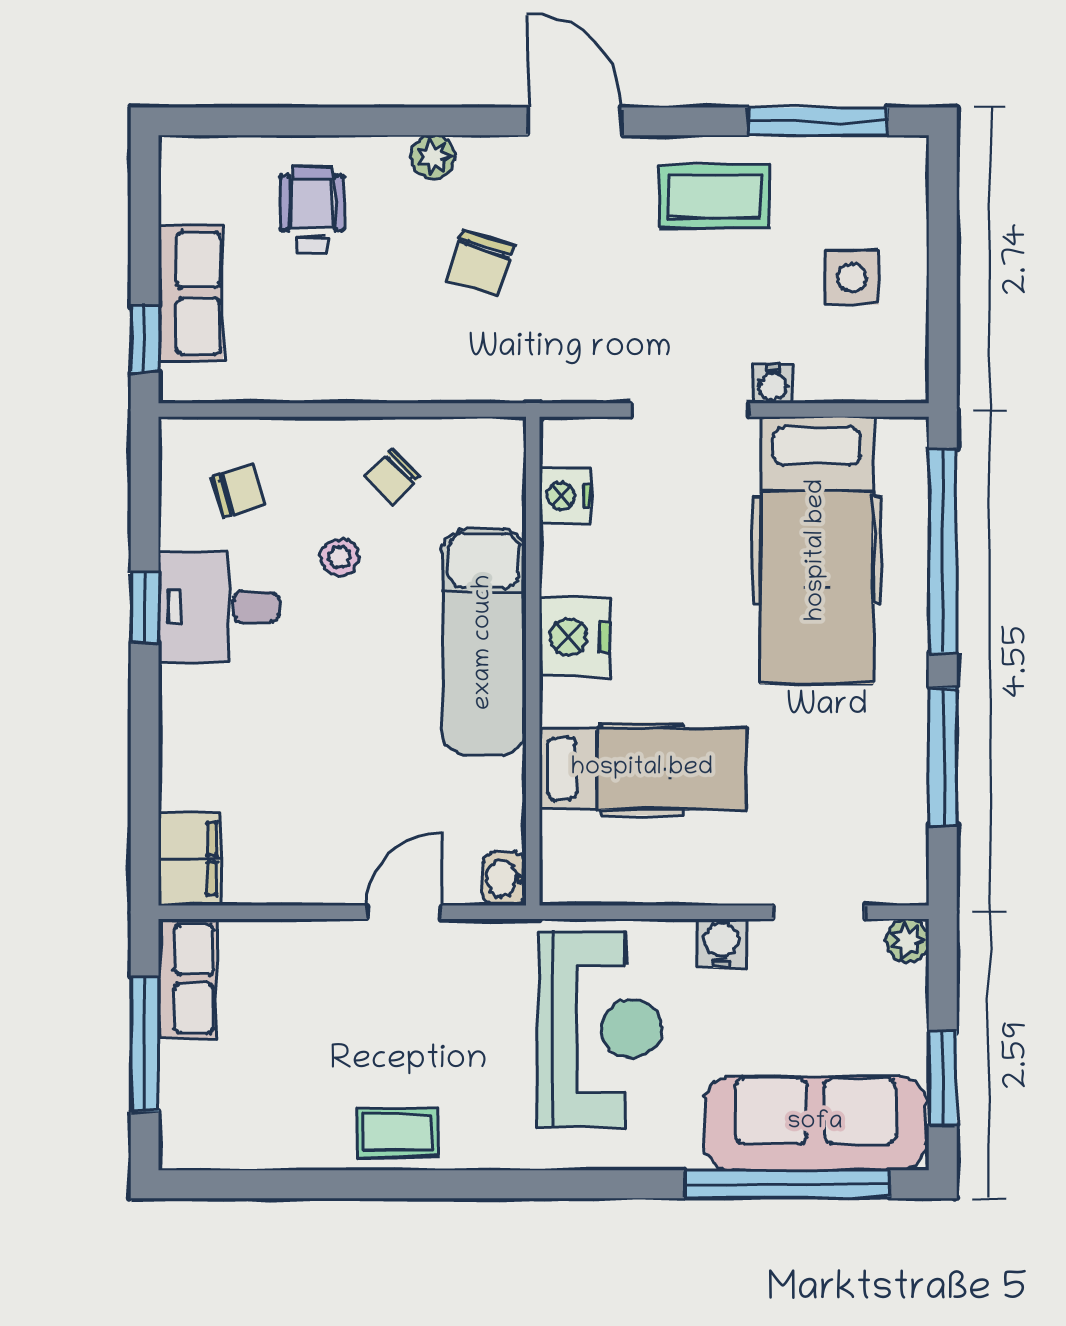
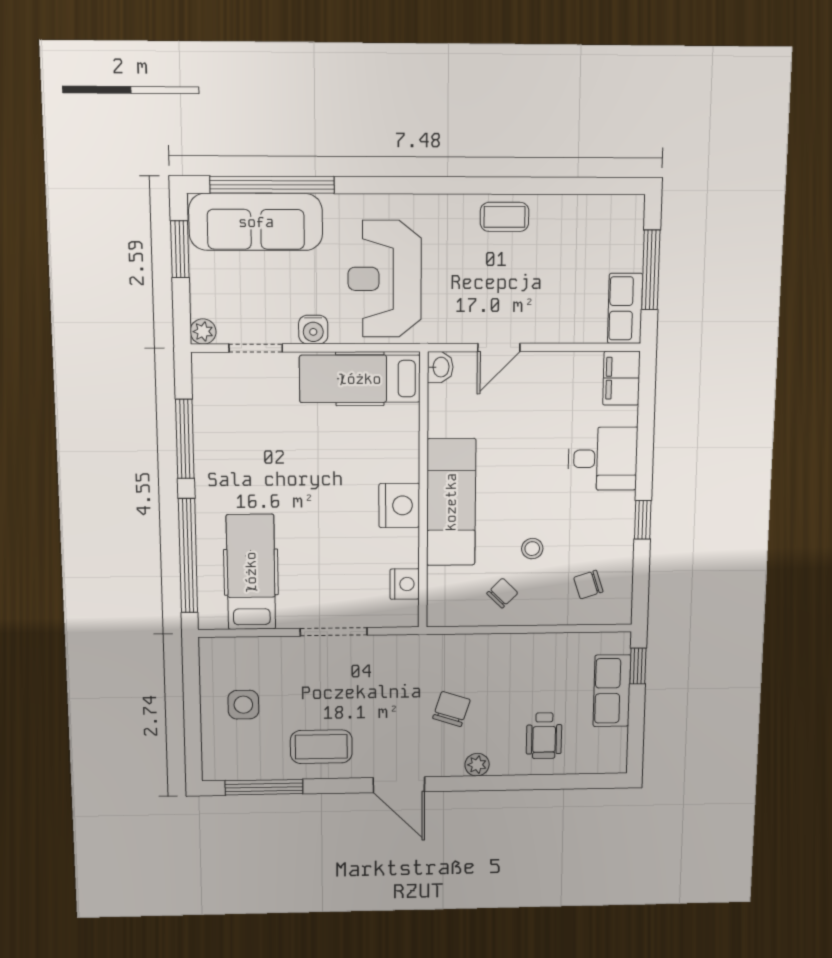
water cooler: (773, 384) -> (287, 647), removed
hospital bed: (817, 550) -> (251, 572), width x0.73, depth x0.78
desk: (219, 607) -> (603, 459), moved
hospital bed: (642, 769) -> (360, 379), moved

